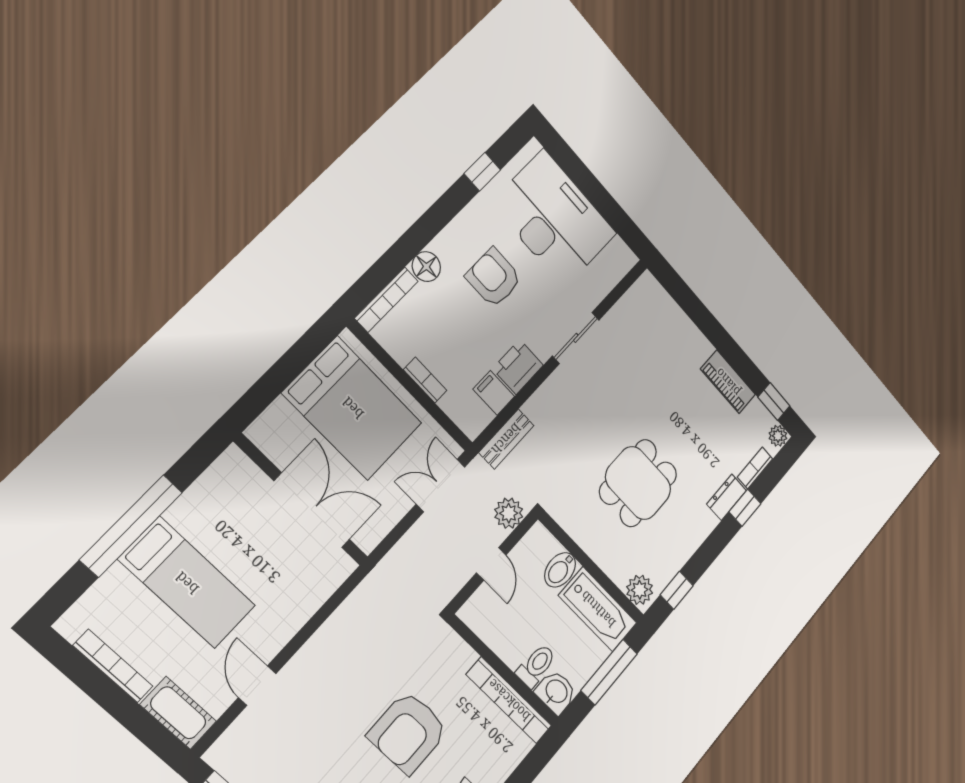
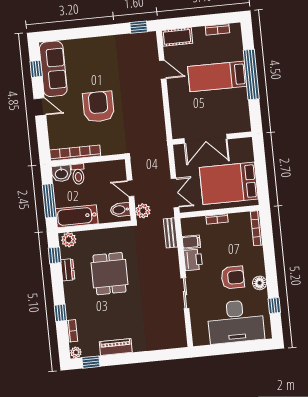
floor lamp: (426, 267) -> (260, 283), moved
dresser: (727, 497) -> (68, 270), moved
bidet: (560, 570) -> (120, 210), moved, turned -90
bookcase: (113, 666) -> (217, 29), width x0.64

